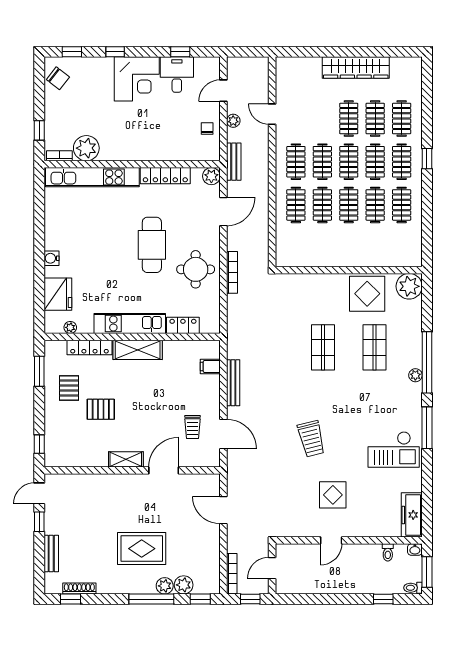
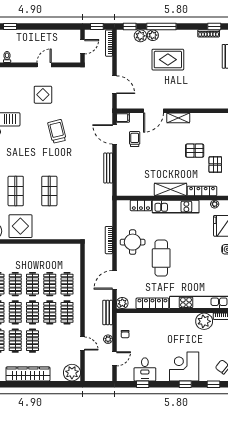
plant: (288, 70) -> (72, 373), added
corner desk: (137, 79) -> (184, 367), moved
filing cabinet: (210, 366) -> (123, 118), moved

